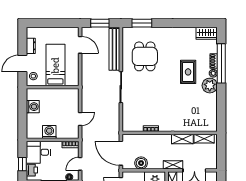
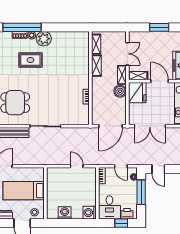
washing machine: (49, 132) -> (90, 213), moved
boiler: (141, 163) -> (120, 91), moved

